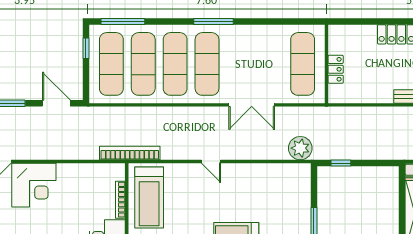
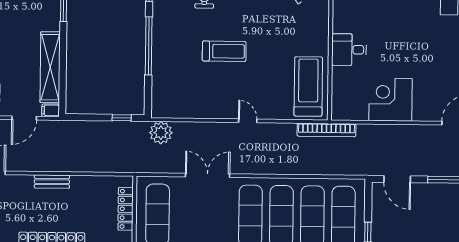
locker: (336, 69) -> (126, 209), width x1.53
corner desk: (34, 185) -> (390, 100), moved
bookcase: (120, 200) -> (336, 85), removed

